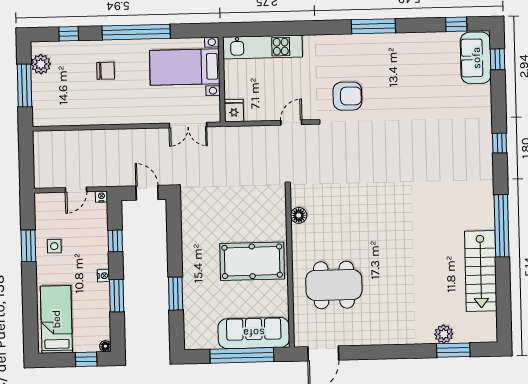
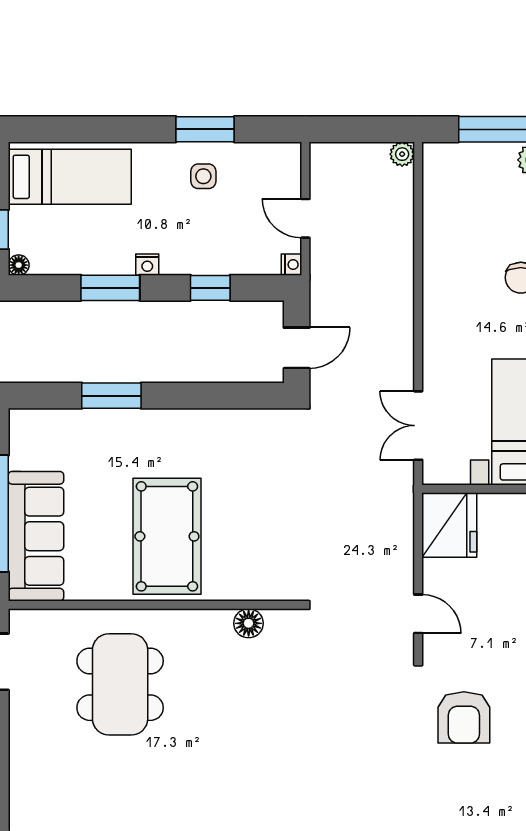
fridge: (234, 111) -> (449, 525), width x1.88, depth x1.34
plant: (39, 137) -> (402, 154), added

